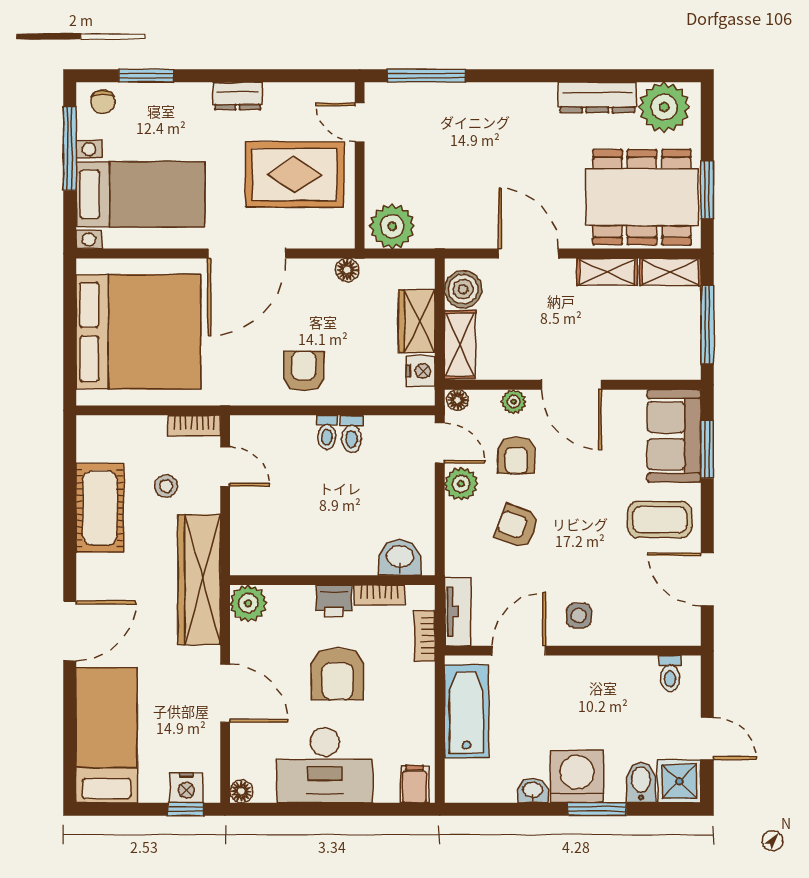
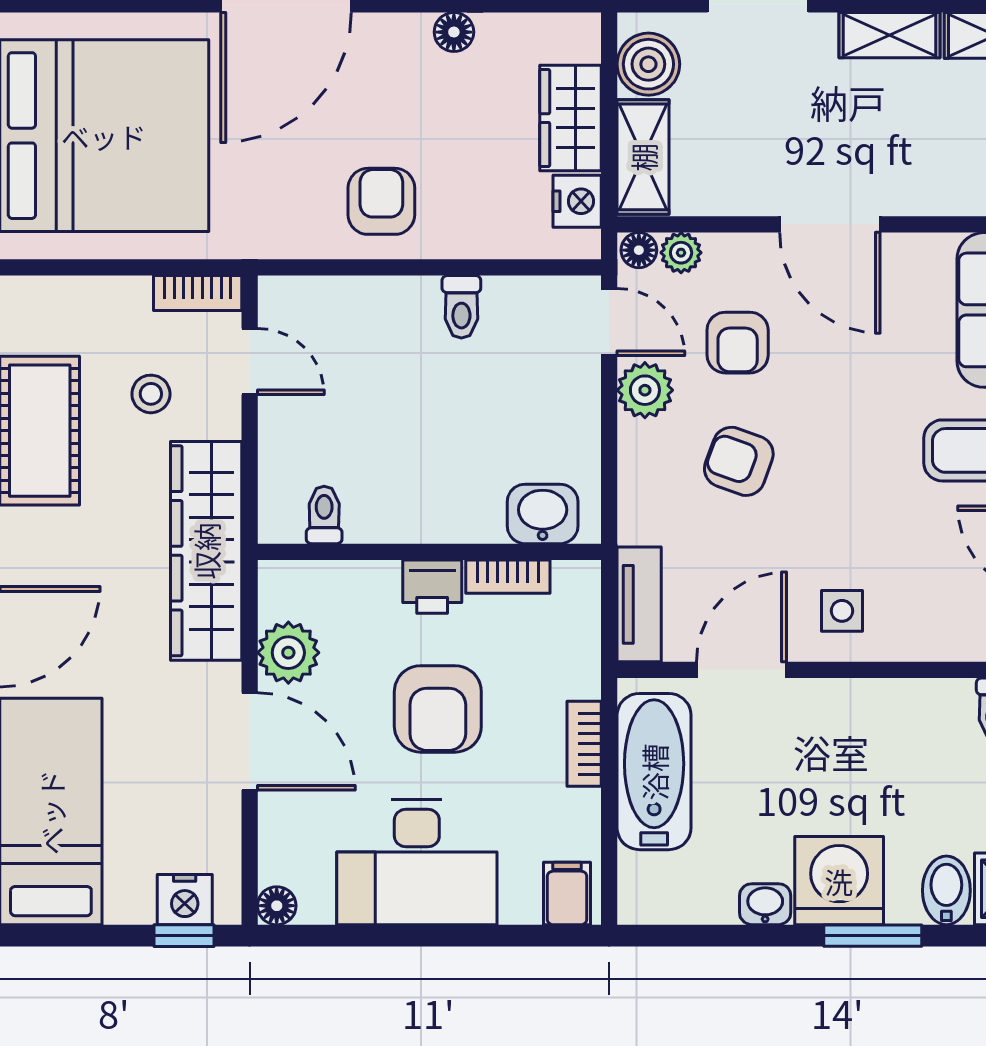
plant: (514, 402) -> (681, 253), moved
toilet: (327, 432) -> (324, 515), moved, turned 180
plant: (248, 603) -> (288, 653), moved
bookcase: (425, 636) -> (584, 744), moved

